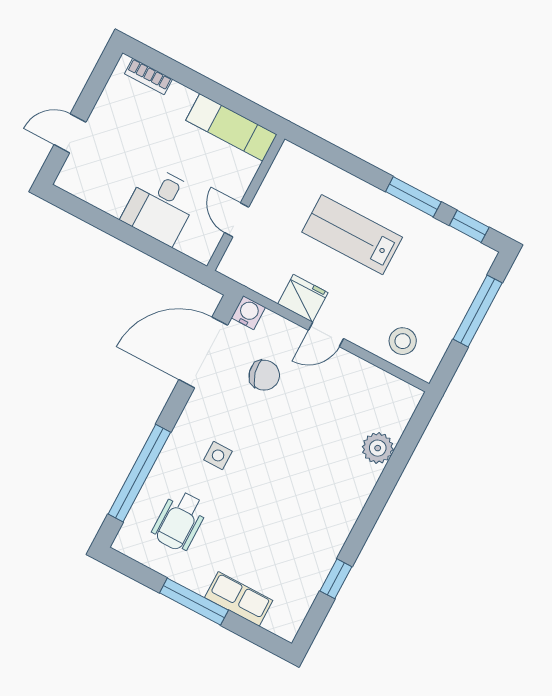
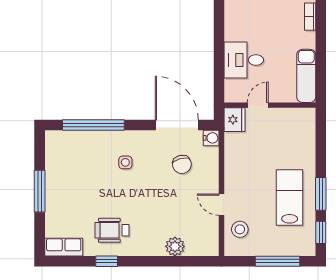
lab bench: (352, 235) -> (290, 198), moved
fridge: (303, 298) -> (234, 120), moved
door: (326, 334) -> (222, 205), moved
wheelchair: (180, 521) -> (112, 230), moved
window: (336, 579) -> (107, 261), moved
row of seats: (239, 599) -> (64, 247), moved, turned -90

